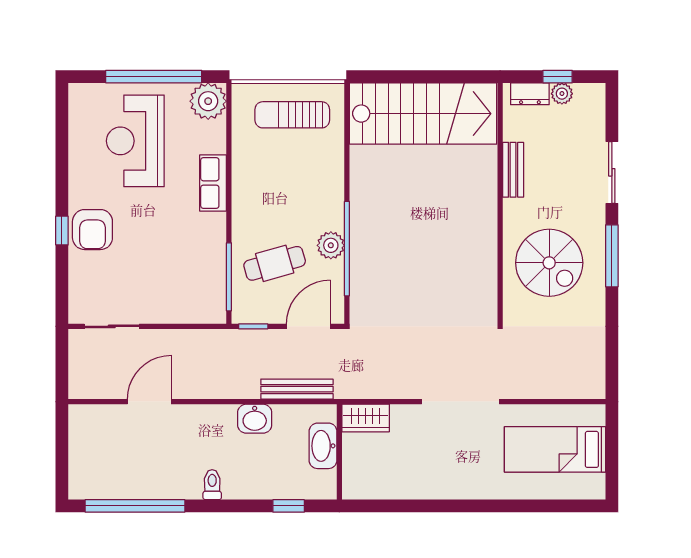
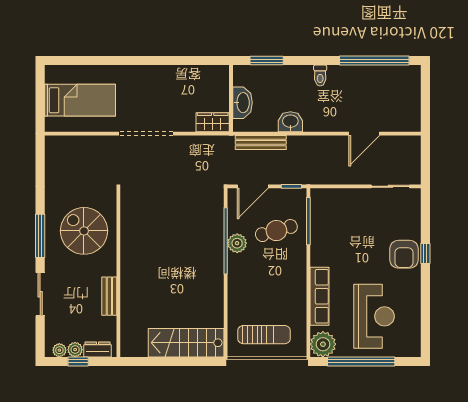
plant: (584, 93) -> (59, 350), added
stairs: (423, 114) -> (186, 343), width x0.73, depth x0.66
row of seats: (213, 183) -> (320, 296), width x1.48
armchair: (92, 230) -> (404, 254), turned 180
window: (289, 506) -> (267, 61), width x1.50

